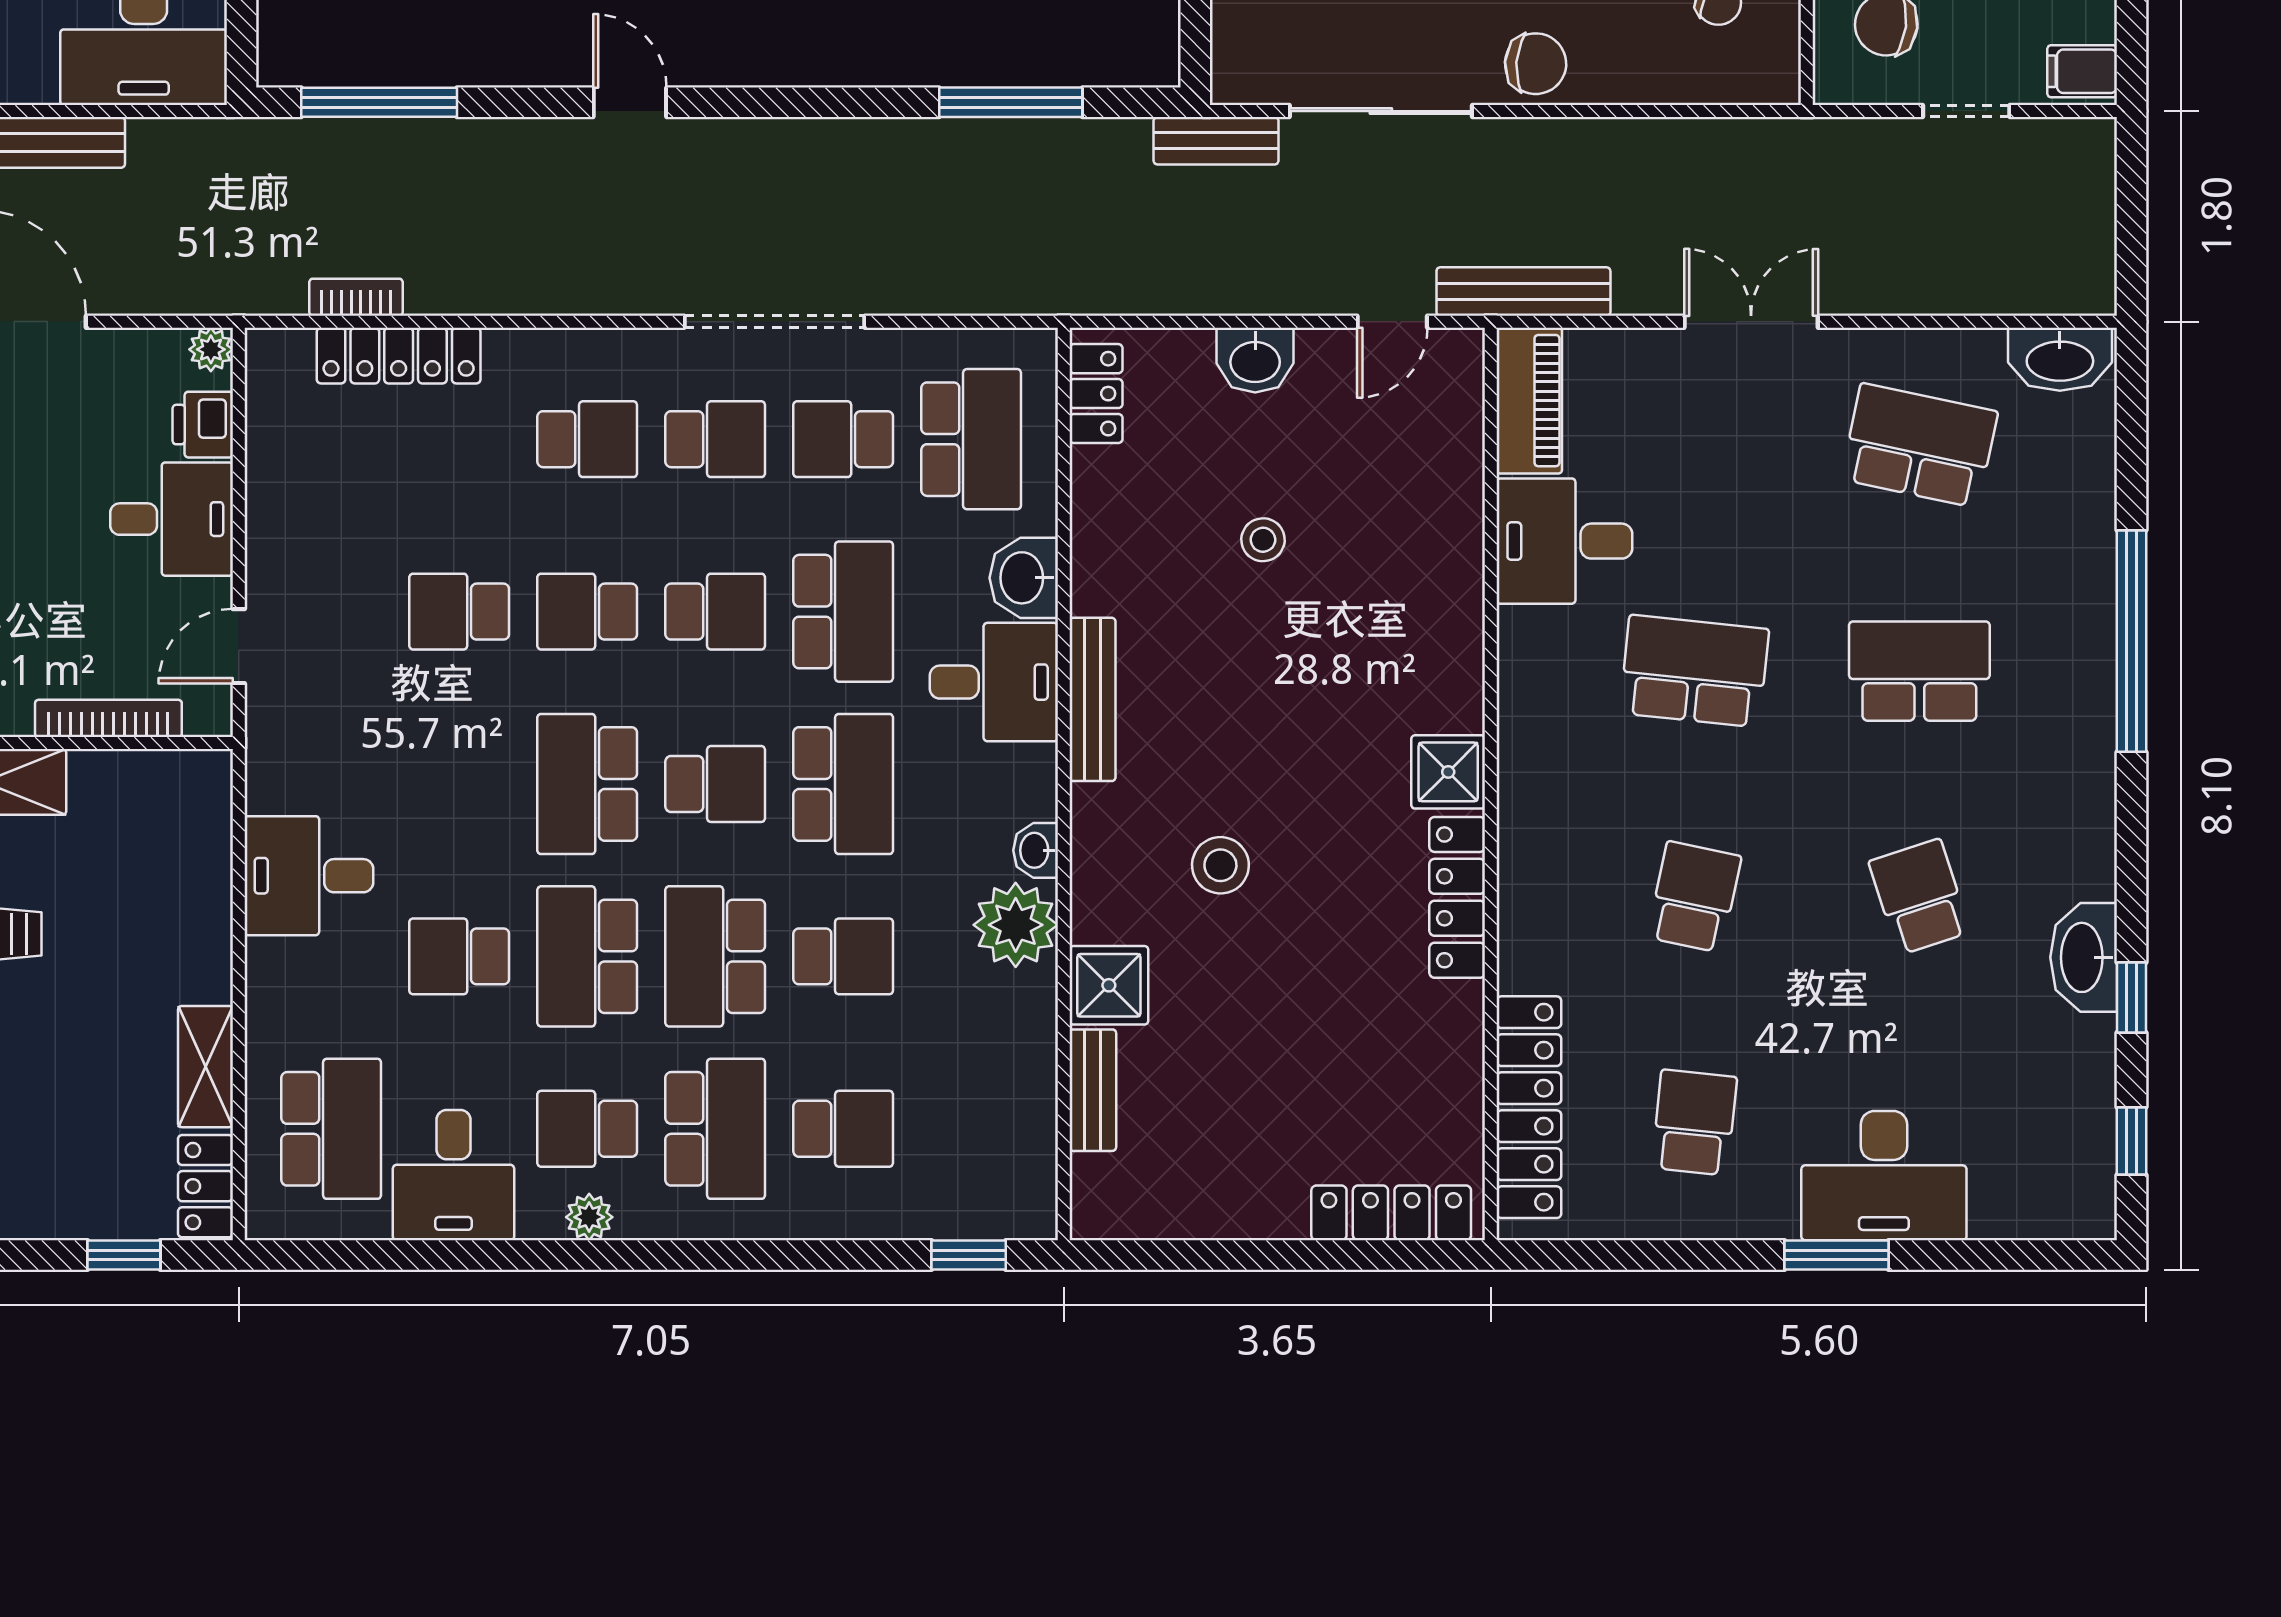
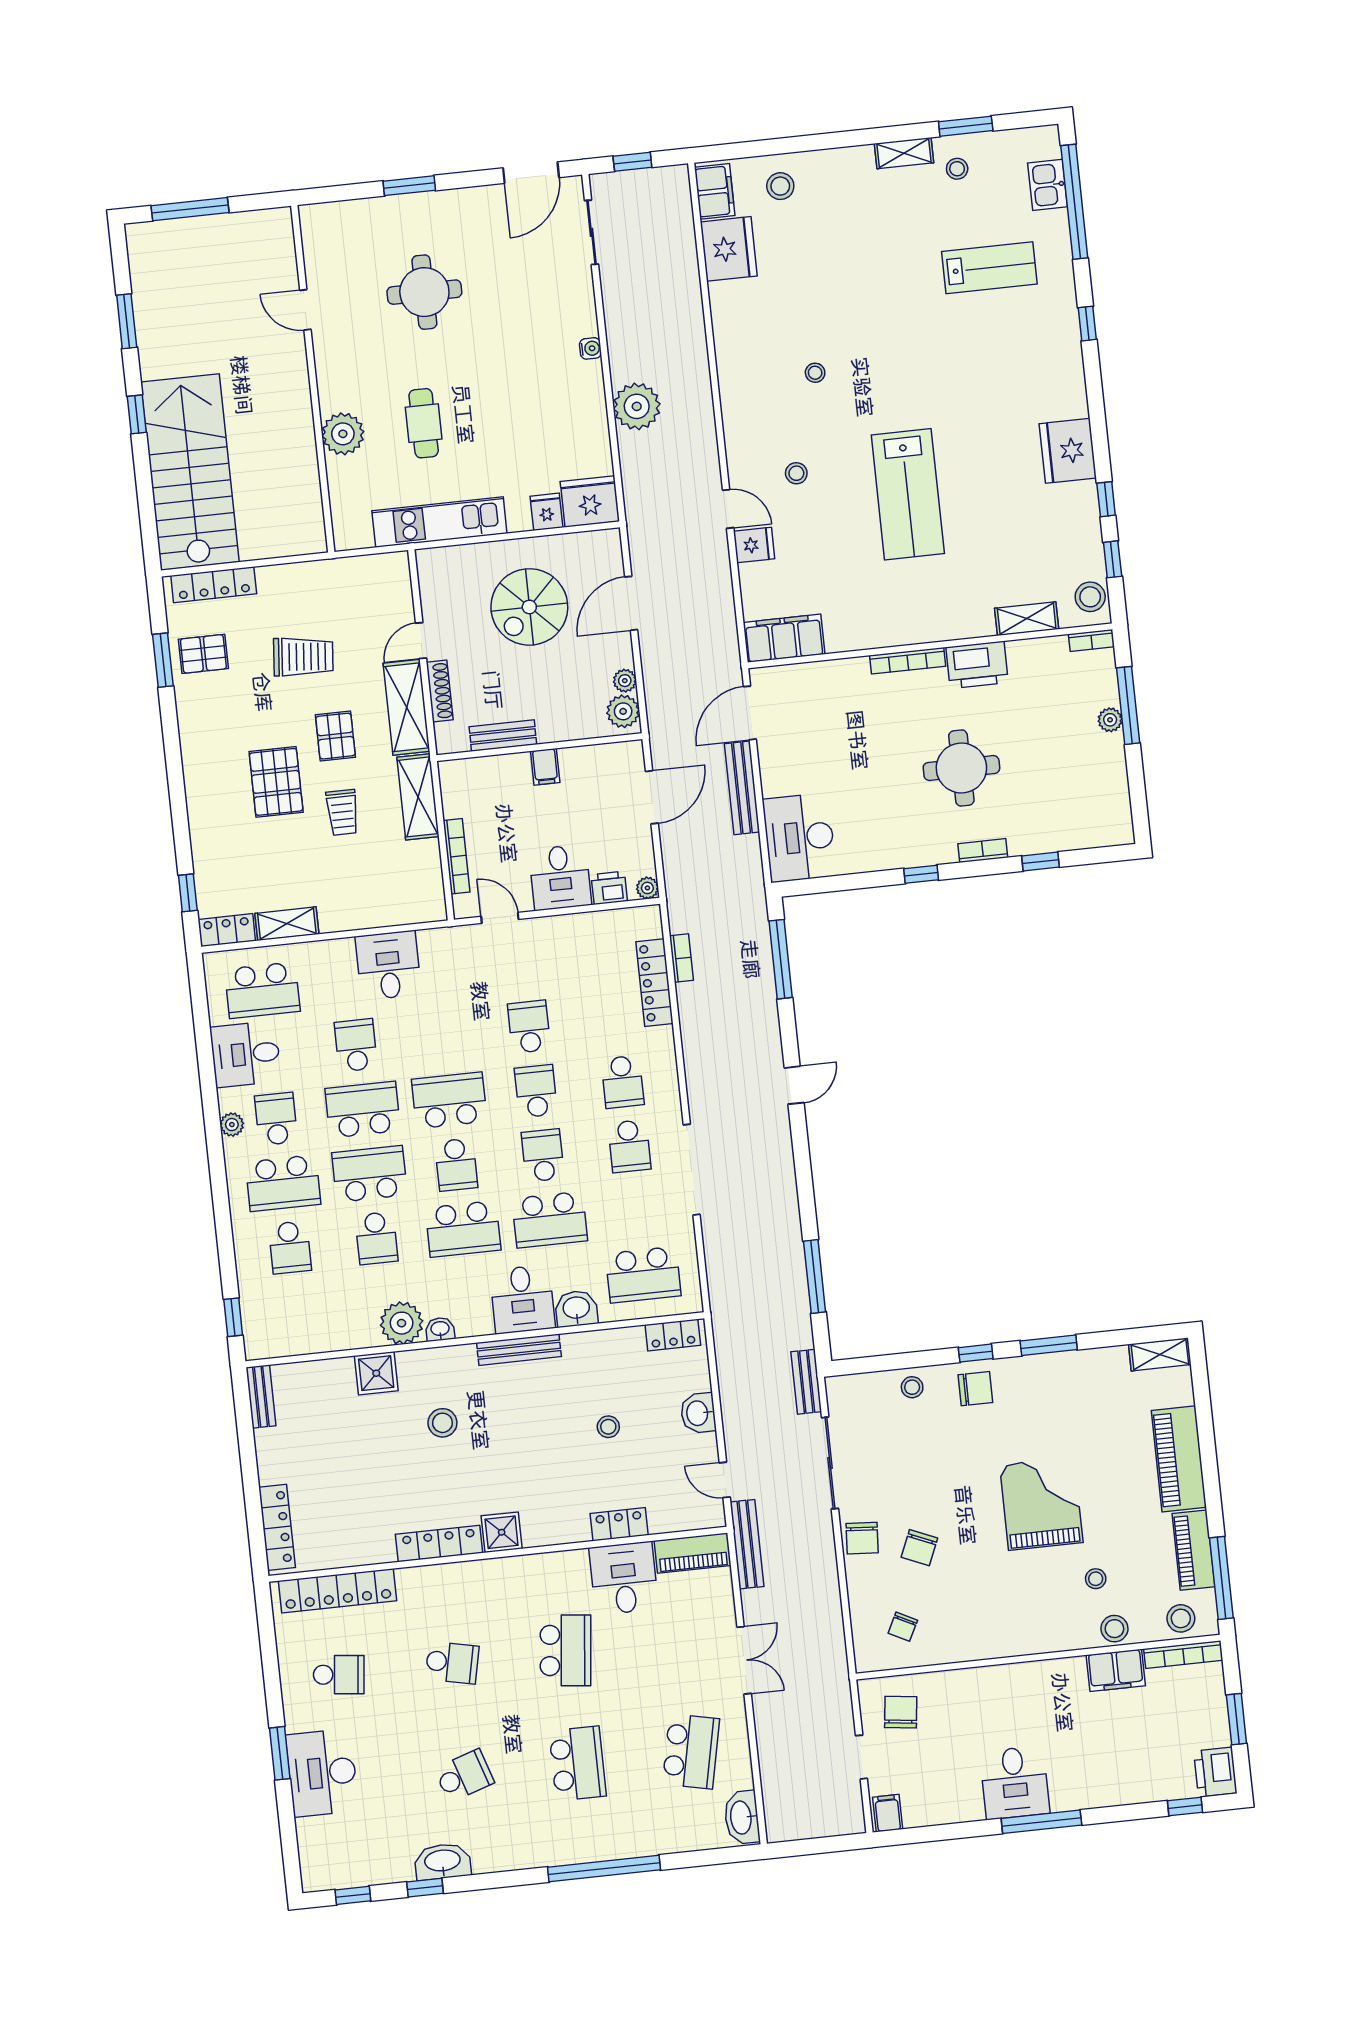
school desk: (843, 439) -> (636, 1210), removed
locker: (1457, 539) -> (619, 1524), added
school desk: (715, 612) -> (543, 1155), turned 180
bench: (1093, 1090) -> (261, 1396), moved, turned 90

